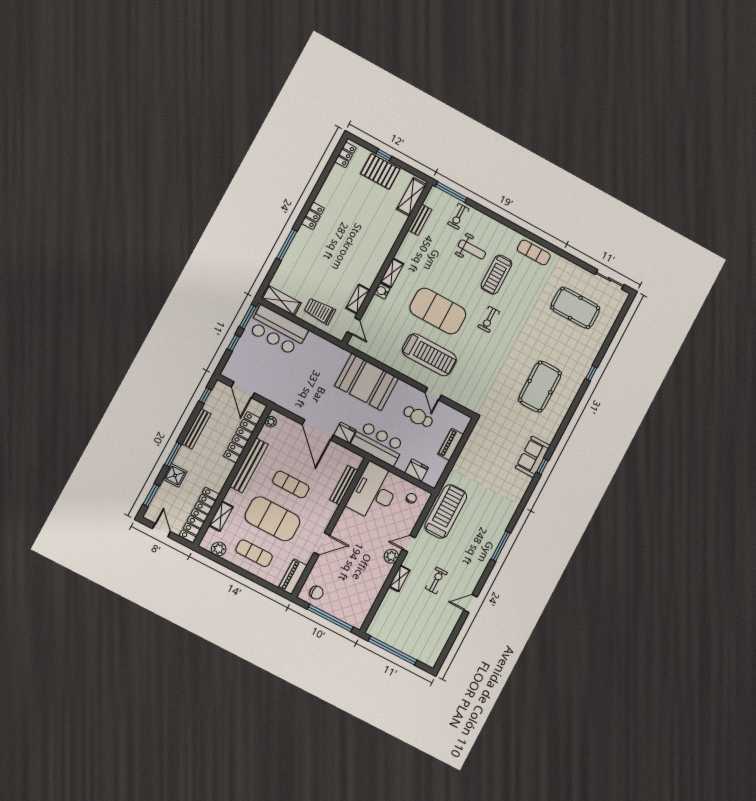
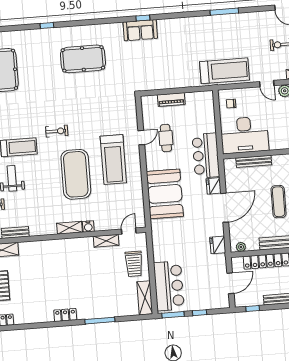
treadmill: (429, 355) -> (113, 159), turned 180
fridge: (417, 470) -> (218, 245), moved
treadmill: (446, 511) -> (225, 71), turned 180

